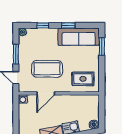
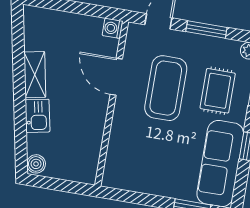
rug: (83, 79) -> (218, 91), moved

